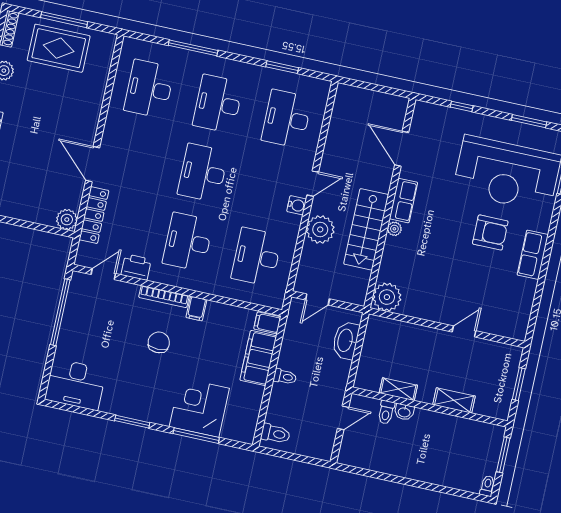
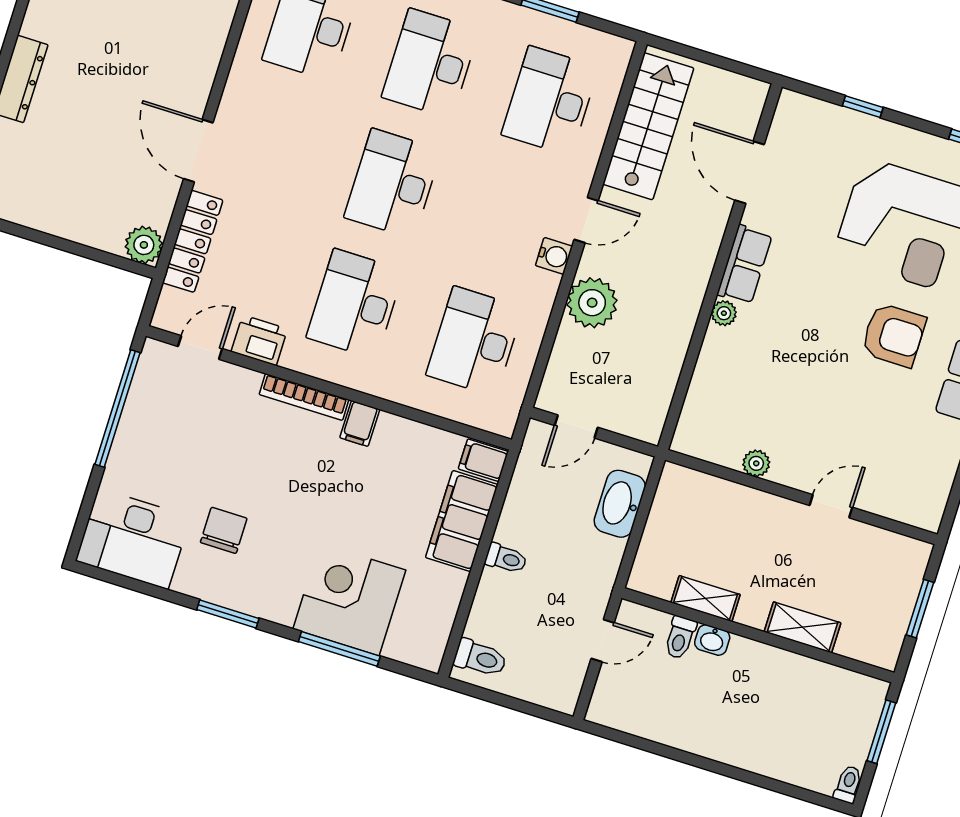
stairs: (366, 229) -> (648, 126), moved, turned 180
plant: (387, 297) -> (756, 463), moved, width x0.53, depth x0.53
chair: (159, 342) -> (224, 530), moved

